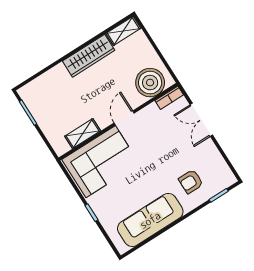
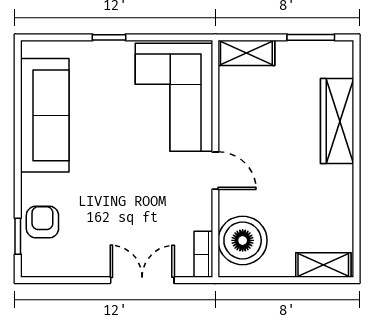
shelving: (123, 31) -> (323, 265), moved, turned 90
wardrobe: (89, 56) -> (337, 121), moved
shelving: (83, 133) -> (246, 53), moved, turned 90
armchair: (191, 182) -> (42, 222), moved

